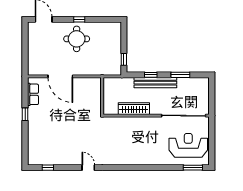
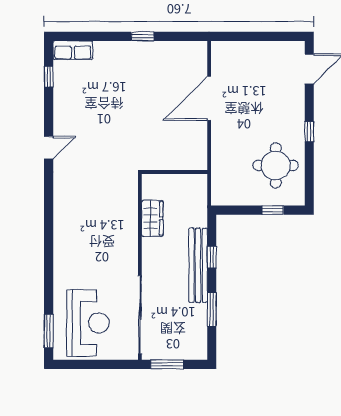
round table: (77, 39) -> (276, 165), moved
window: (124, 59) -> (273, 210), moved
row of seats: (33, 94) -> (73, 50), moved
window: (212, 100) -> (167, 364), added
wardrobe: (134, 109) -> (152, 218), width x0.67

